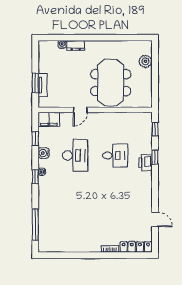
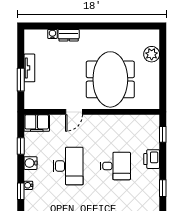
tv unit: (43, 85) -> (29, 68), moved
window: (155, 157) -> (163, 188), moved
printer: (146, 163) -> (152, 159), moved

